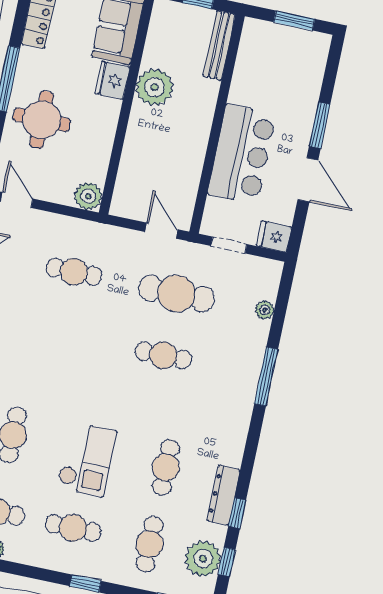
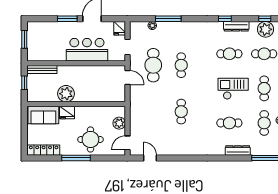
plant: (88, 196) -> (119, 123), moved
door: (161, 231) -> (127, 77), swing flipped
cafe table: (74, 272) -> (181, 112), moved
window: (266, 377) -> (168, 19), moved
window: (237, 513) -> (225, 19), moved

